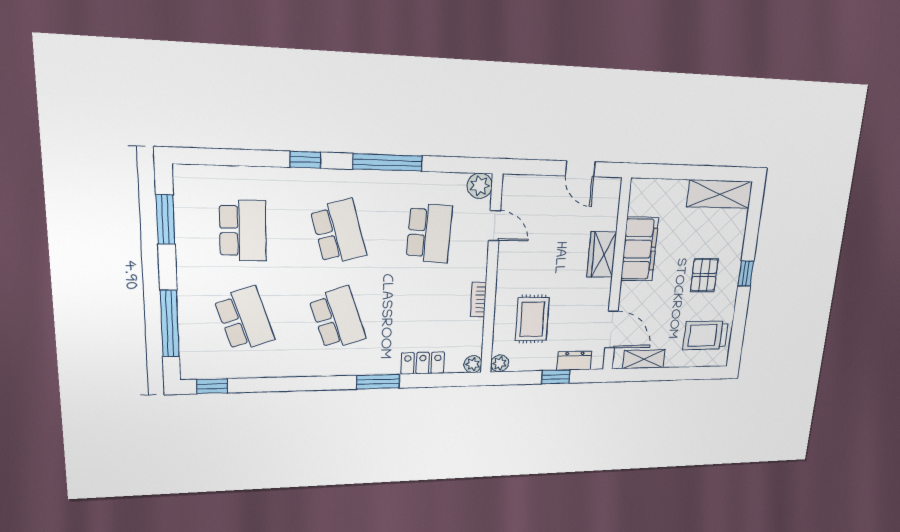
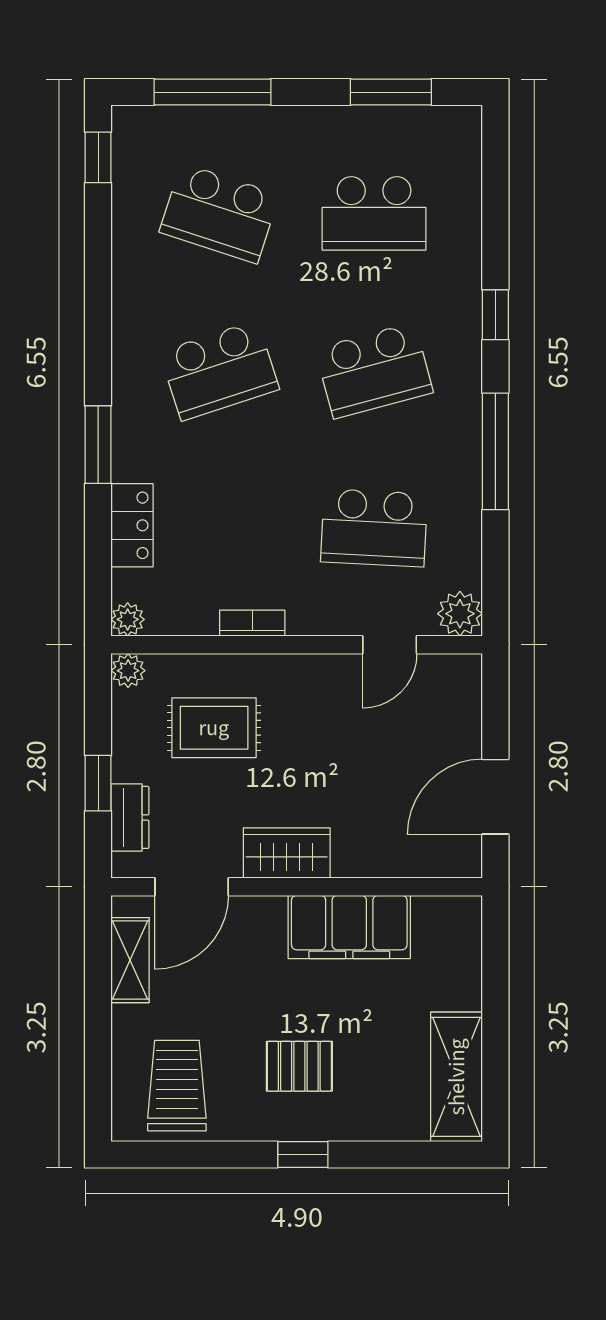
door: (580, 169) -> (495, 797), width x1.38
wardrobe: (602, 254) -> (287, 853), moved
school desk: (245, 319) -> (219, 213), turned 36

